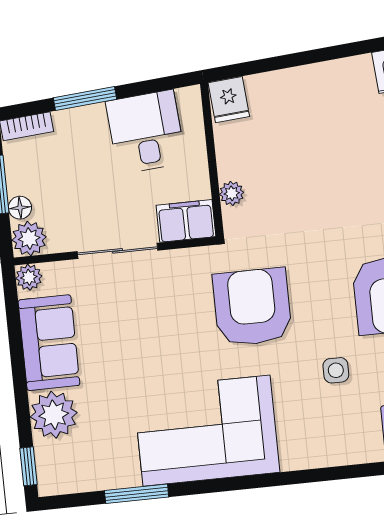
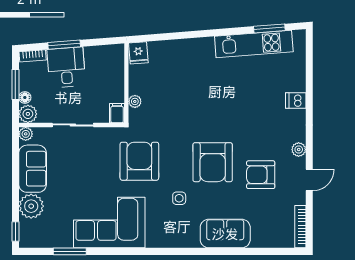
desk: (146, 132) -> (66, 67), moved
filing cabinet: (186, 221) -> (117, 113), width x0.50

